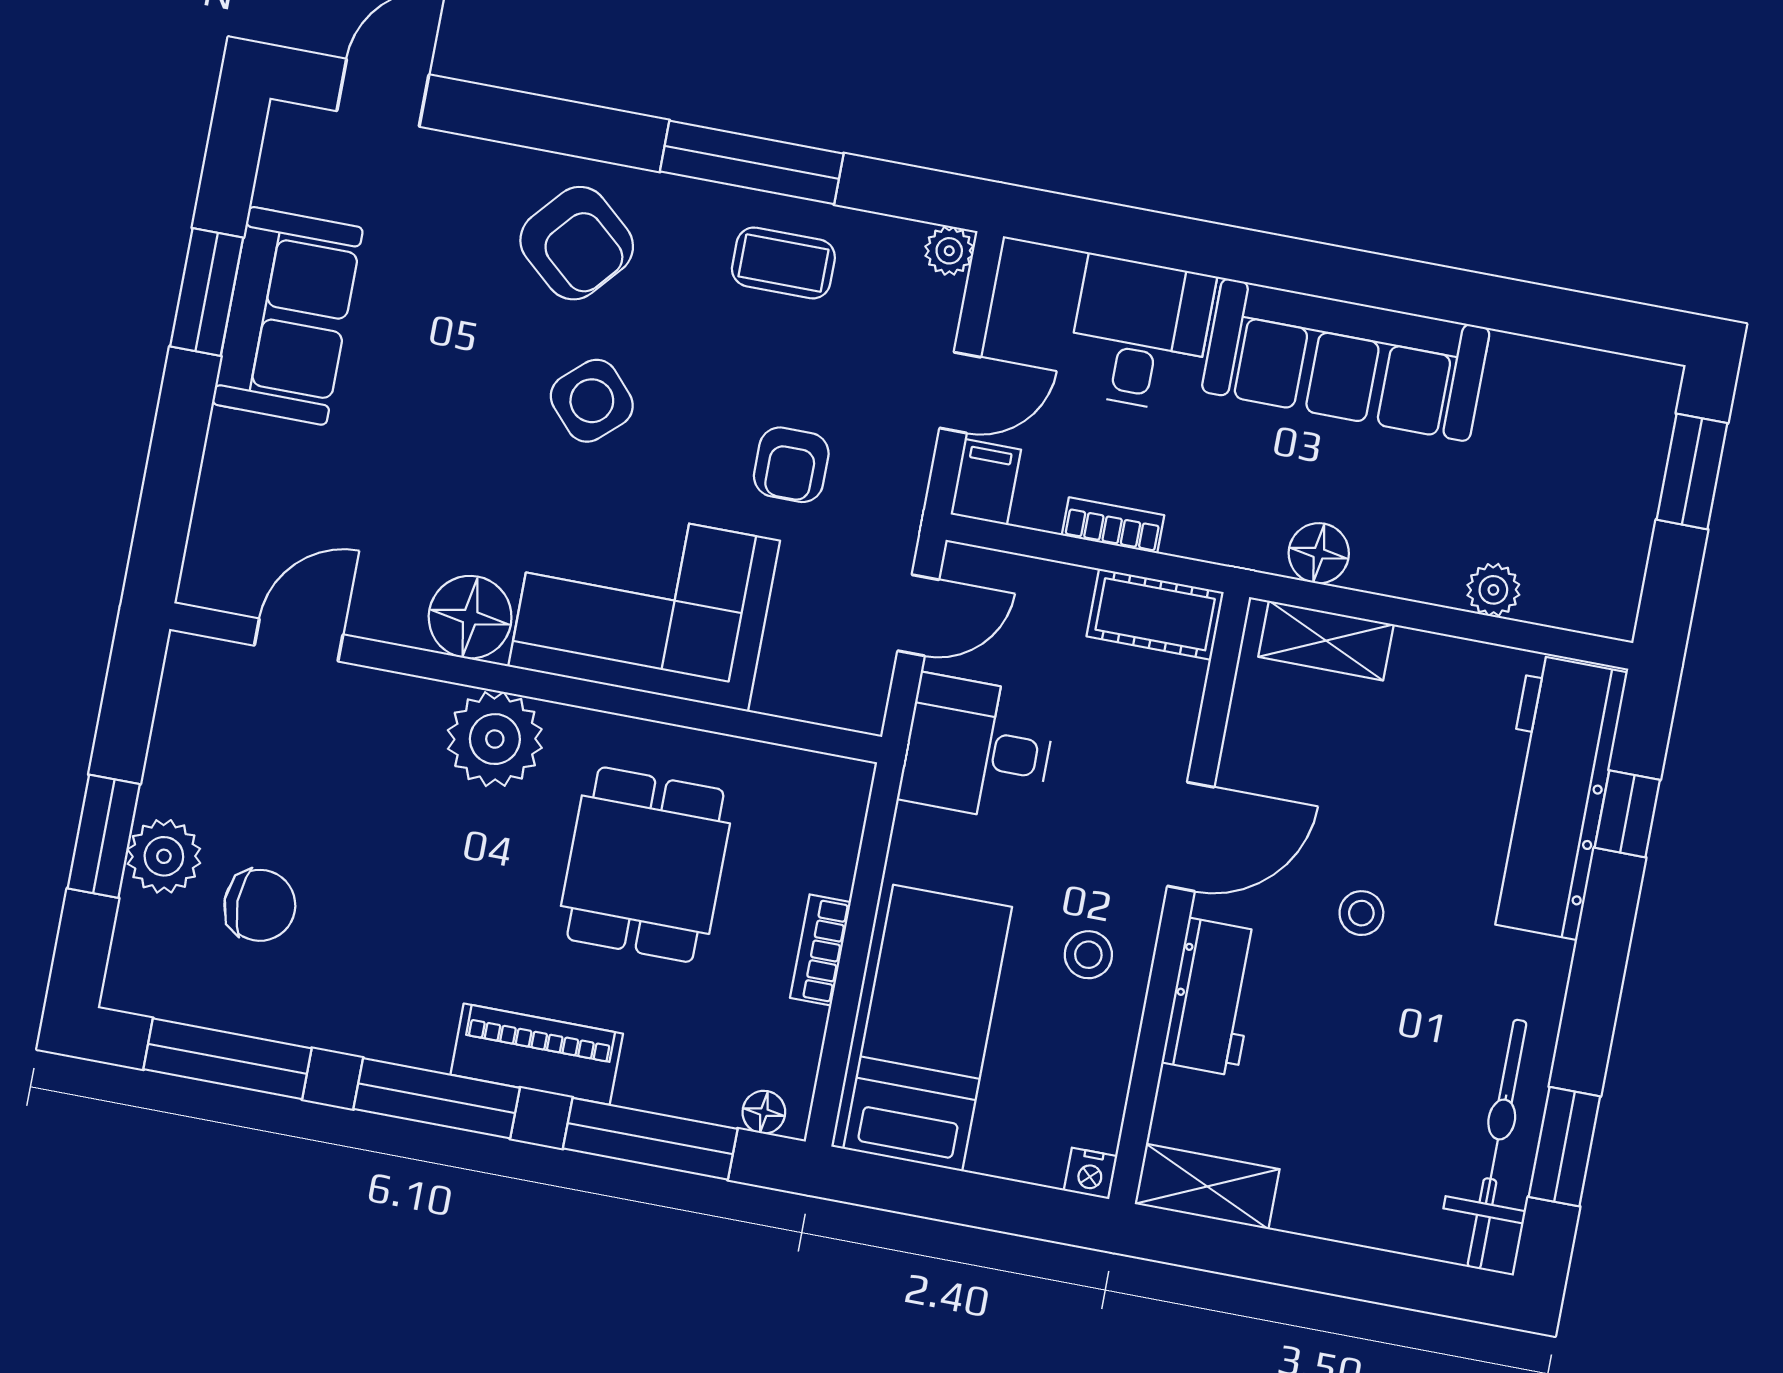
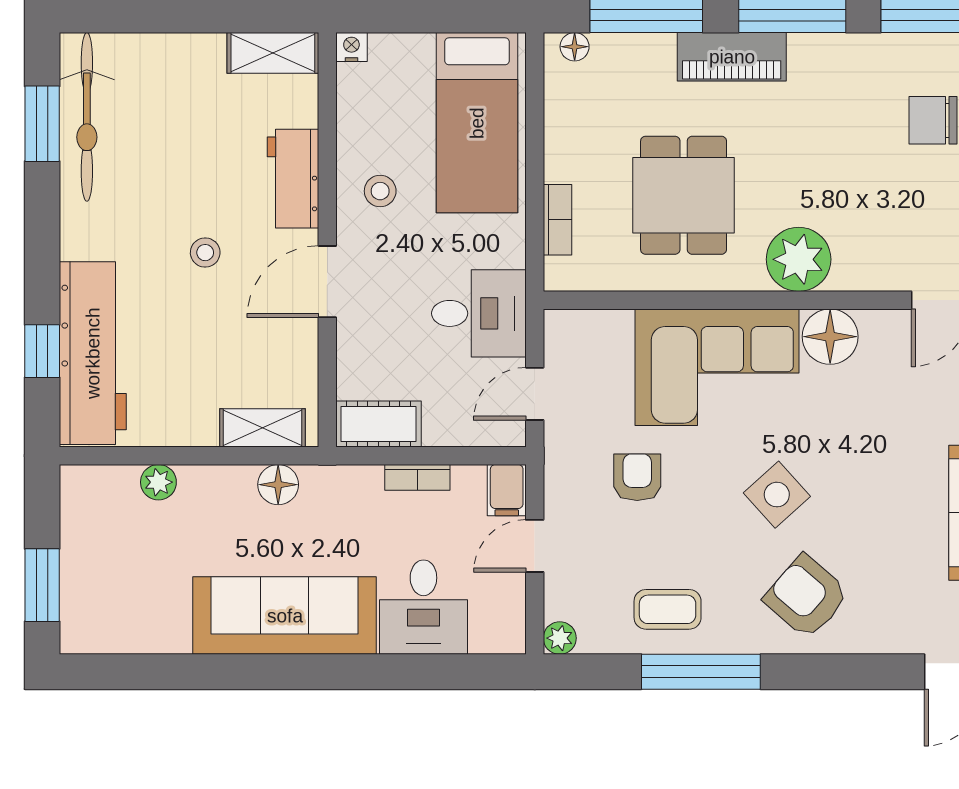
bookcase: (820, 950) -> (557, 220), moved

